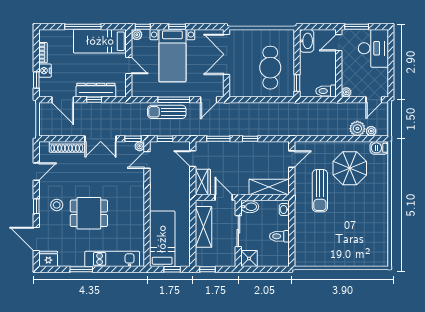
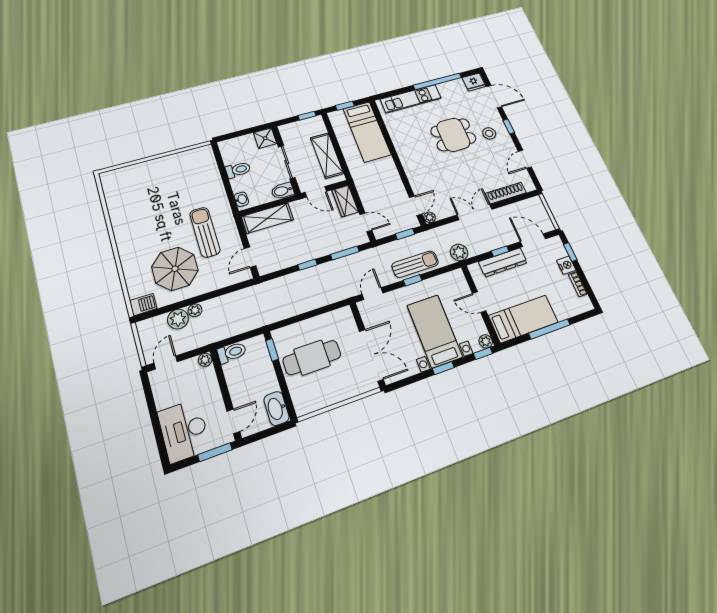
cafe table: (270, 68) -> (312, 358), turned 90
window: (174, 100) -> (413, 280), width x0.46
plant: (128, 110) -> (459, 252), added
plant: (371, 131) -> (195, 310), moved
window: (133, 139) -> (440, 223), removed
window: (81, 269) -> (437, 81), width x2.11

